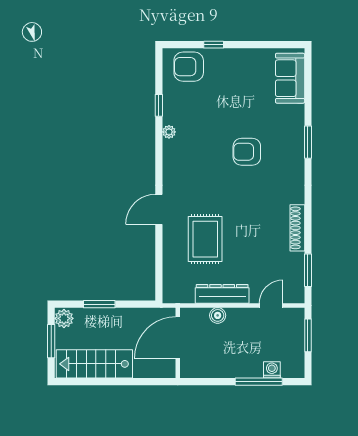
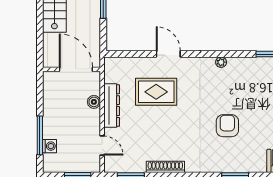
plant: (169, 132) -> (221, 62), moved
door: (159, 209) -> (168, 54), moved

